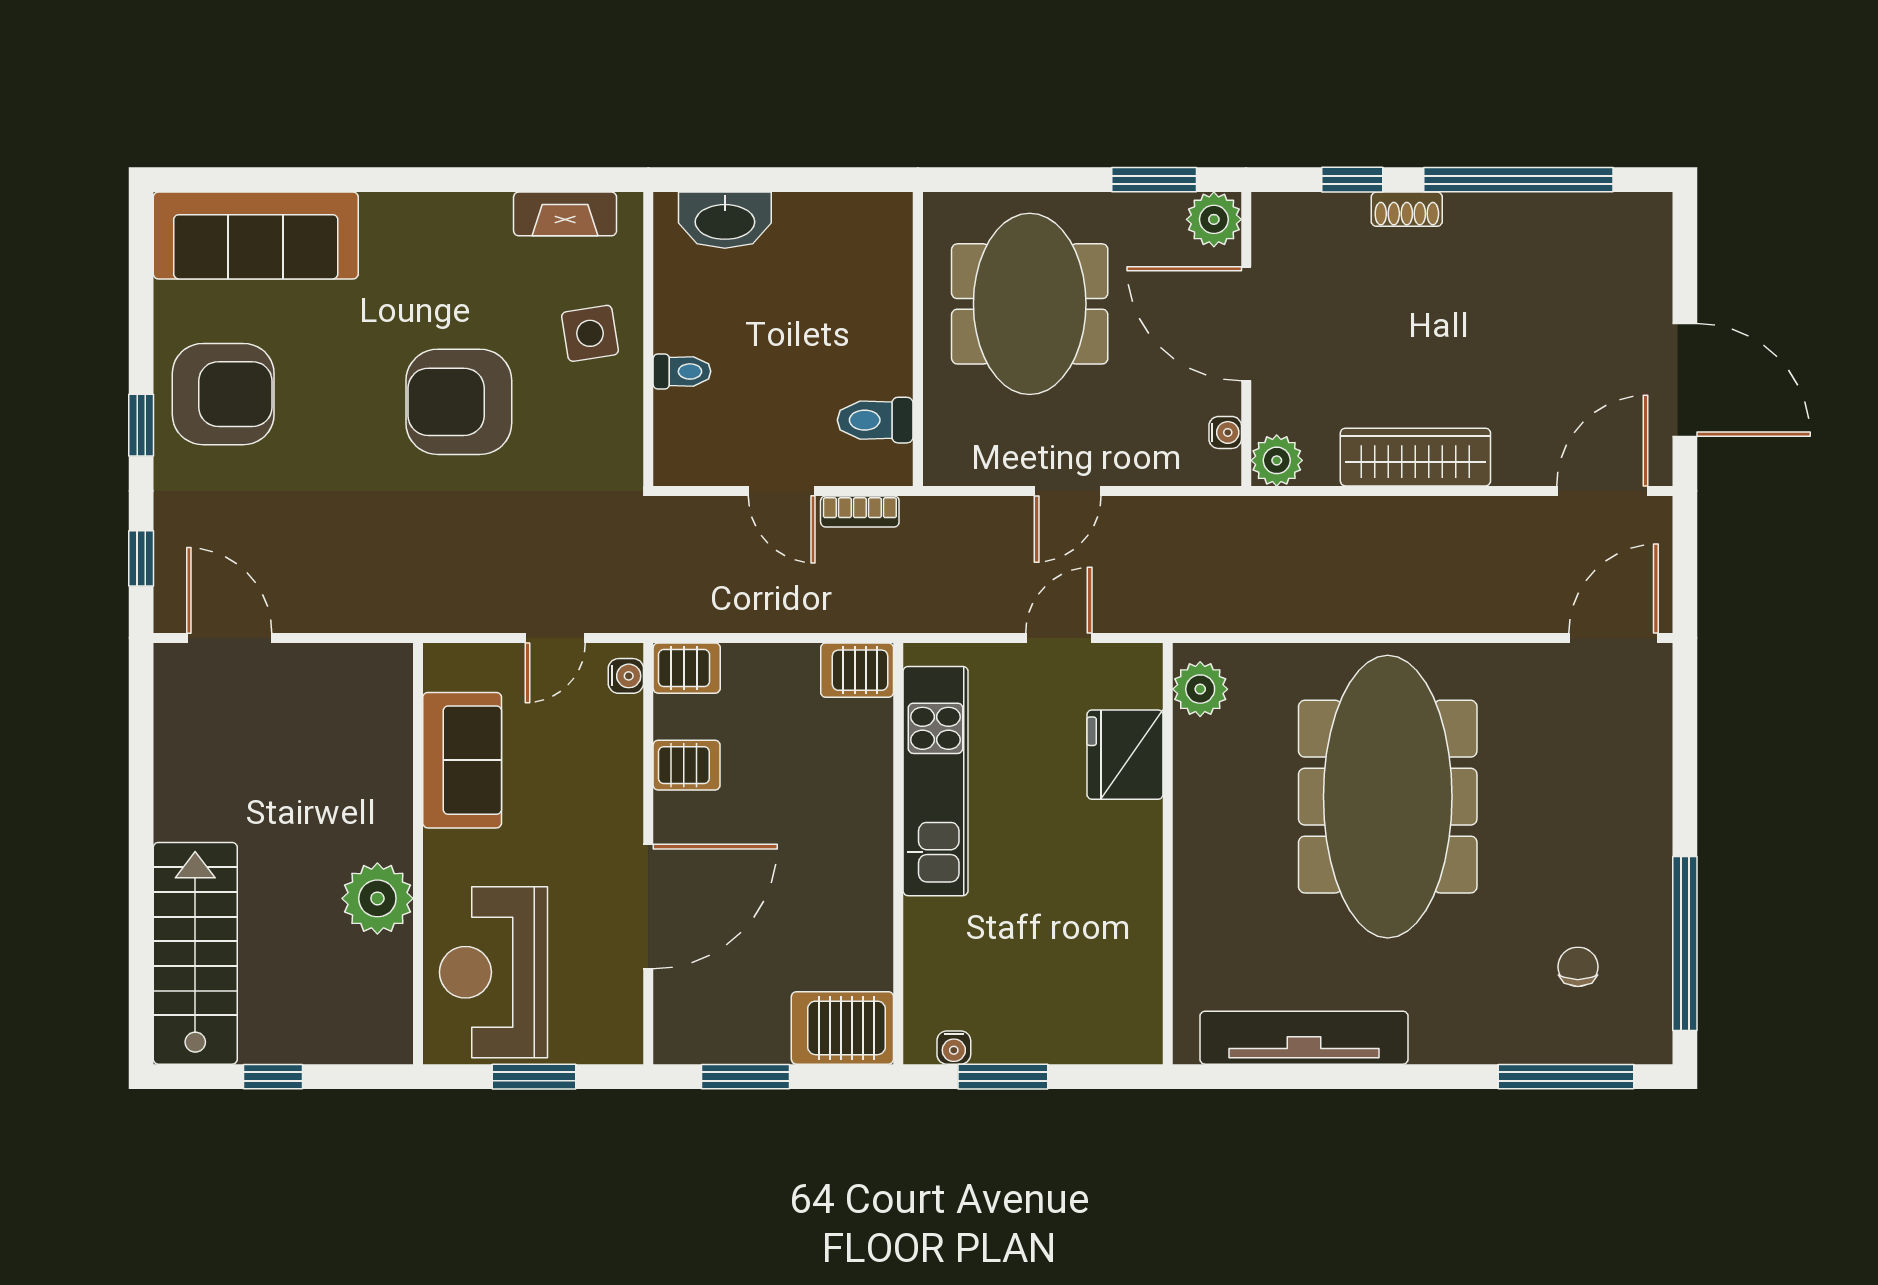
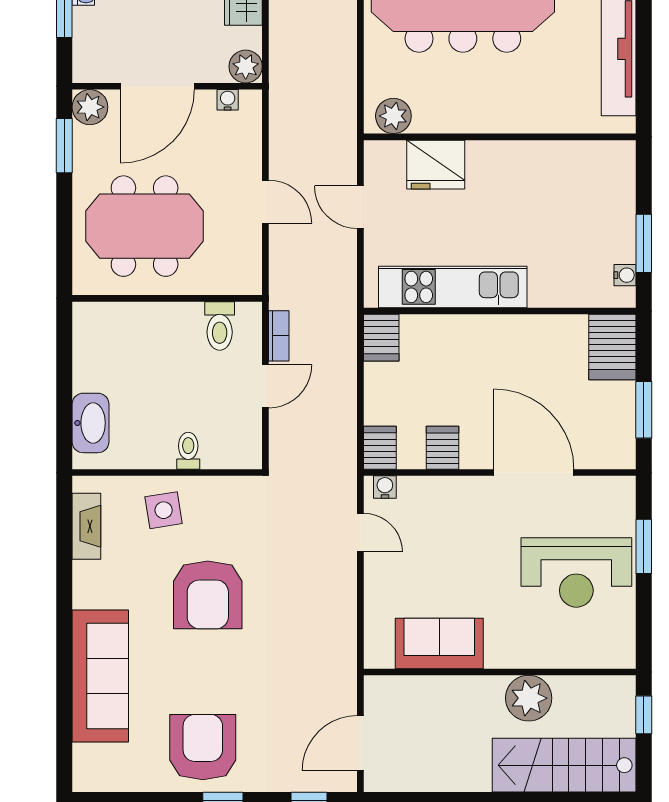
sofa: (256, 235) -> (100, 676), moved
sofa: (462, 760) -> (439, 643), moved
wall: (418, 854) -> (500, 672), moved
plant: (377, 898) -> (529, 698), moved

